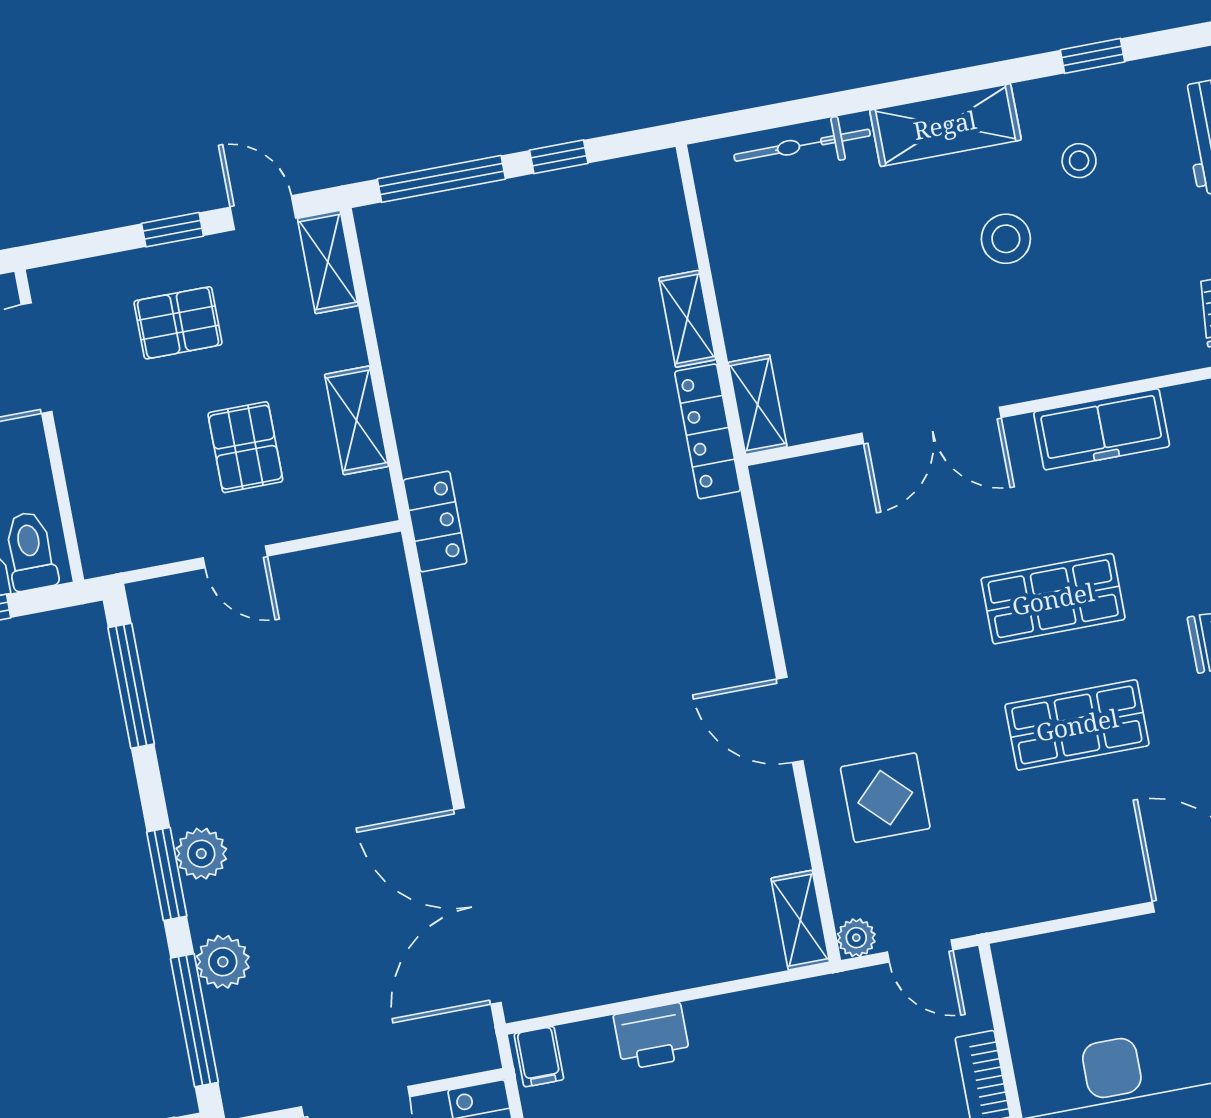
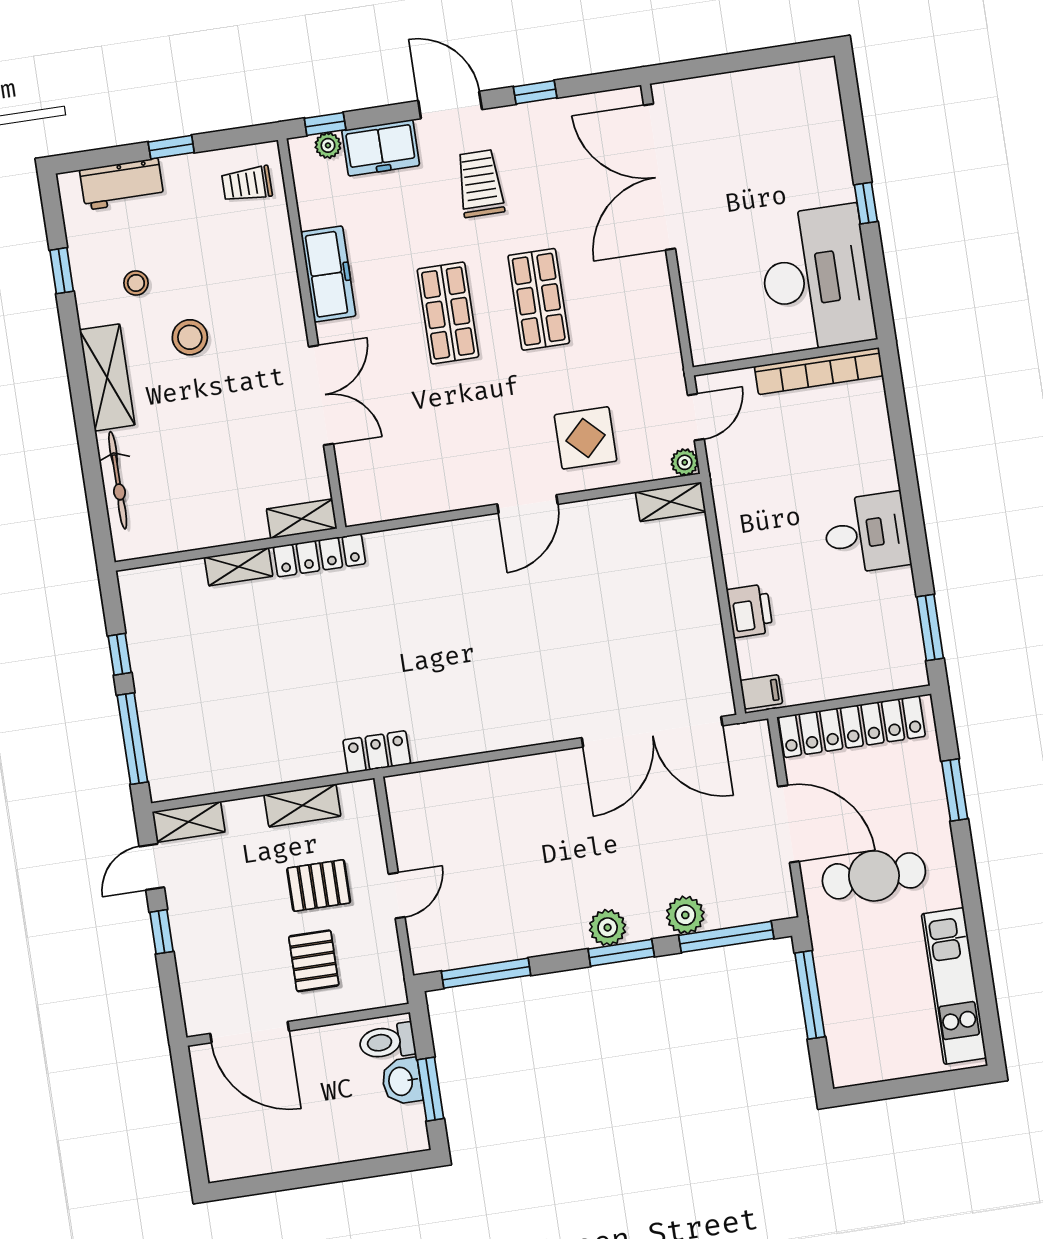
pallet: (178, 323) -> (314, 961), moved

